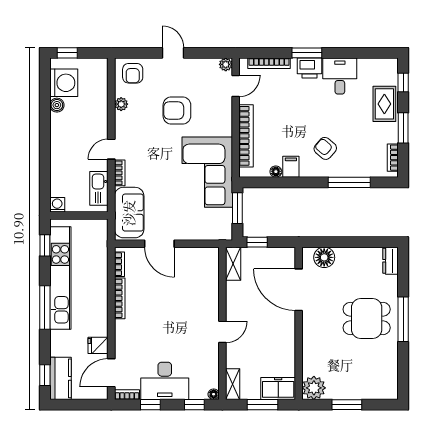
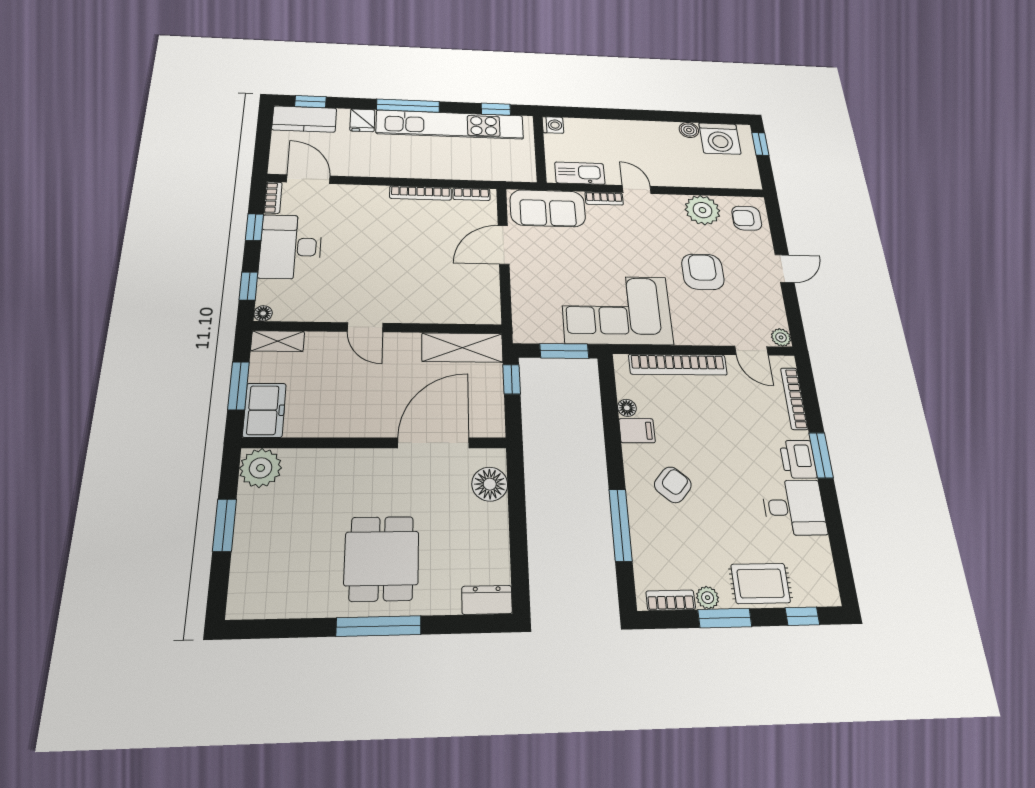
plant: (121, 104) -> (702, 210), width x1.88, depth x1.88
plant: (392, 136) -> (708, 598), added
shelving: (233, 264) -> (462, 348), width x1.50, depth x1.33
fridge: (98, 345) -> (362, 120), moved, turned 180

